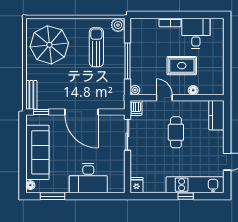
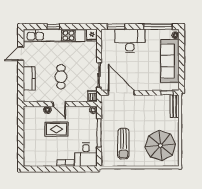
plant: (118, 25) -> (107, 161), removed
desk: (196, 33) -> (86, 155), moved
door: (164, 98) -> (59, 104), moved
door: (81, 112) -> (121, 93), moved
kitchen counter: (216, 115) -> (29, 78), moved
kitchen unit: (195, 185) -> (54, 36), width x1.36
window: (53, 196) -> (158, 27), width x1.44
window: (106, 196) -> (116, 27), added

